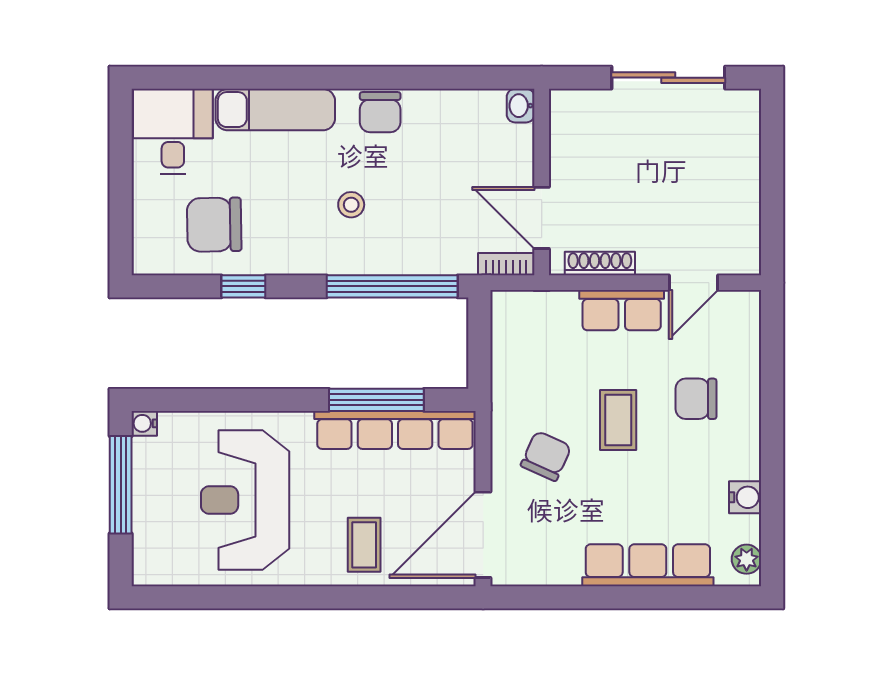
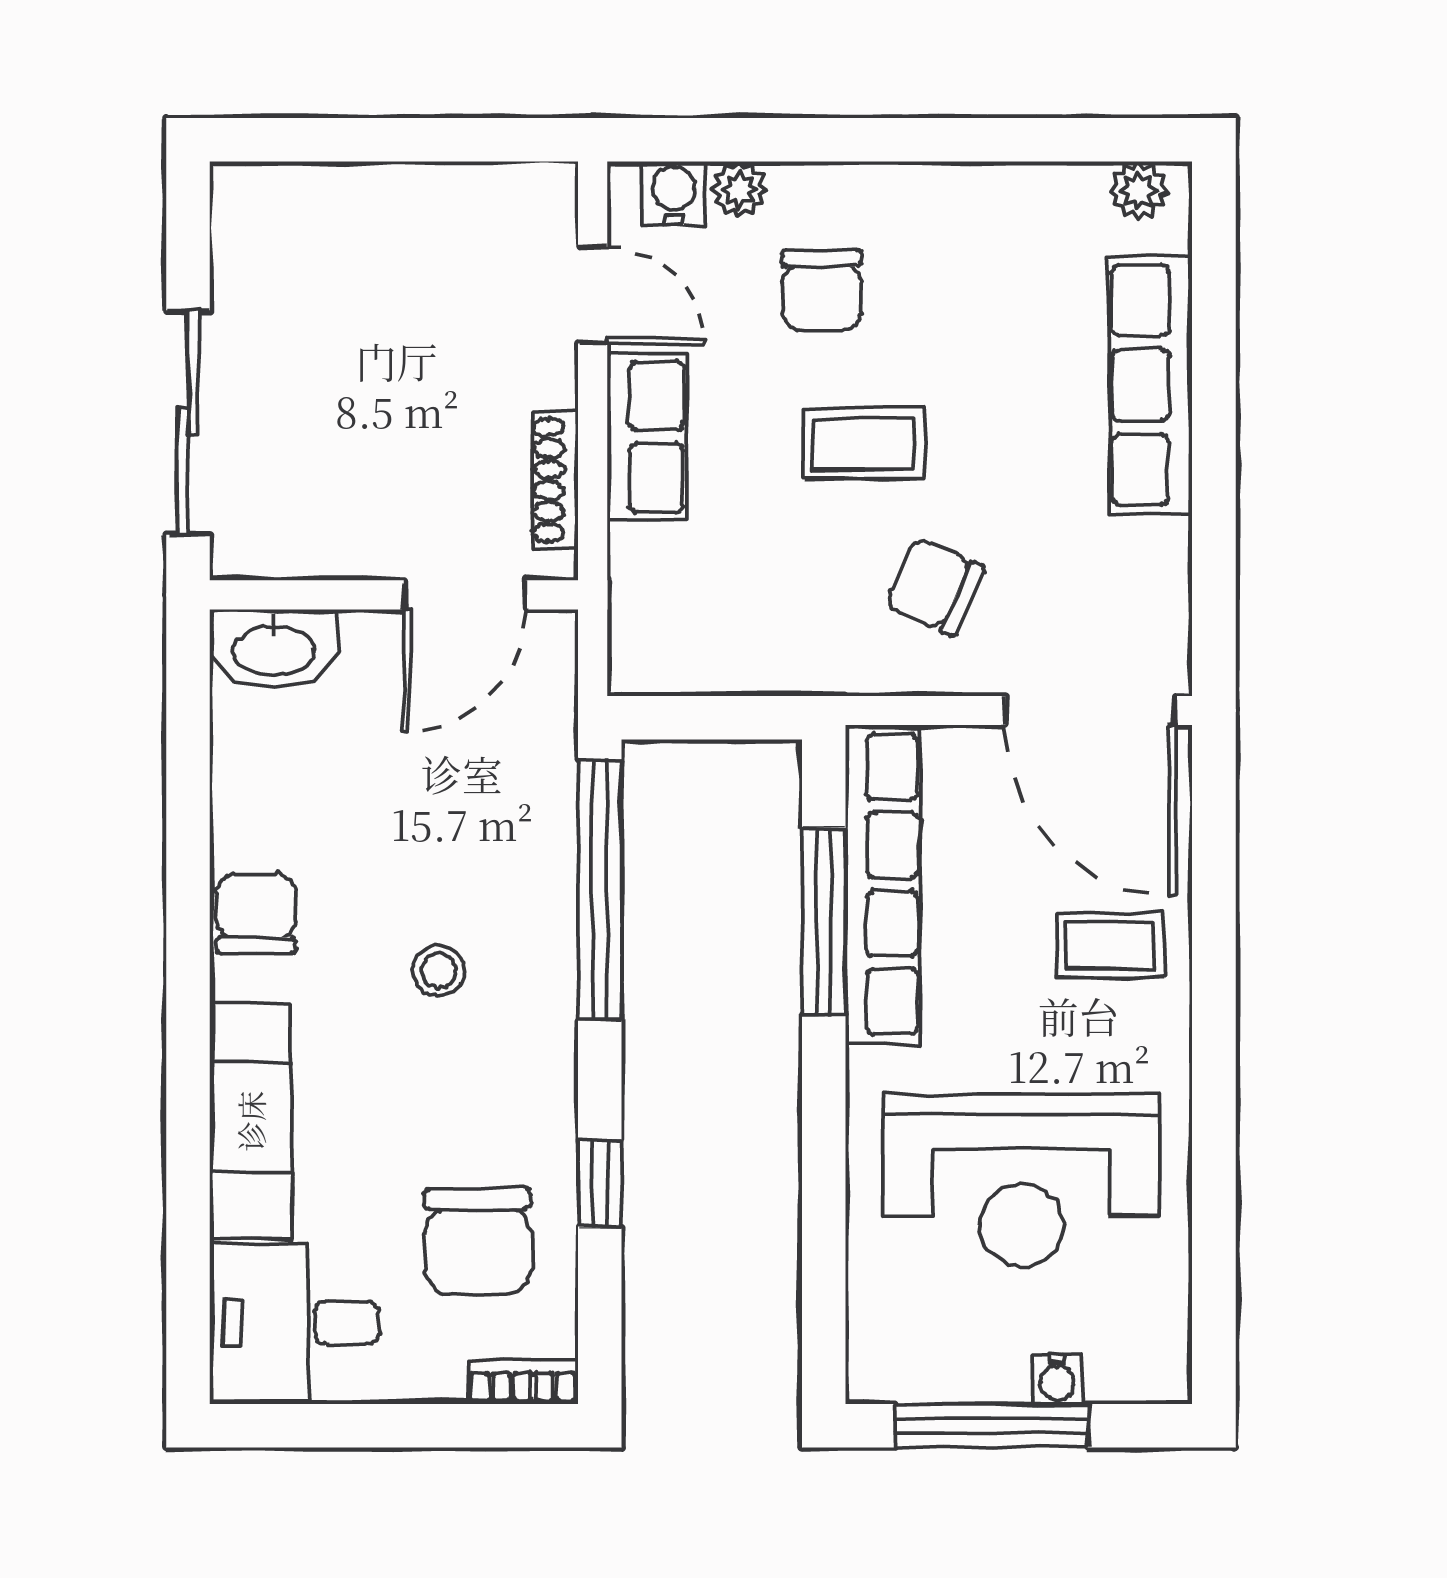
sliding door: (668, 78) -> (188, 422), moved
washbasin: (521, 106) -> (274, 649), width x1.91, depth x1.45
chair: (380, 112) -> (256, 914), turned -90
bookcase: (506, 264) -> (523, 1382), moved, turned 90
plant: (747, 357) -> (739, 189), added
water cooler: (144, 423) -> (1057, 1379), moved
water cooler: (745, 497) -> (674, 193), moved

